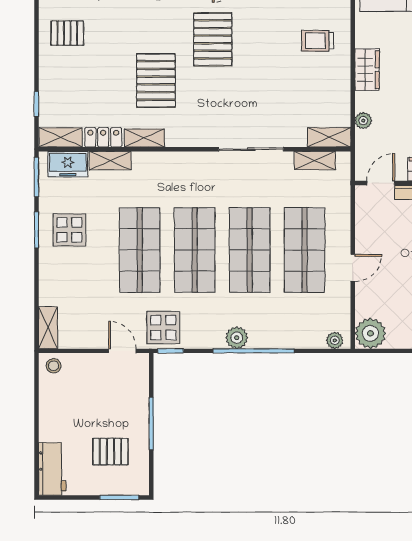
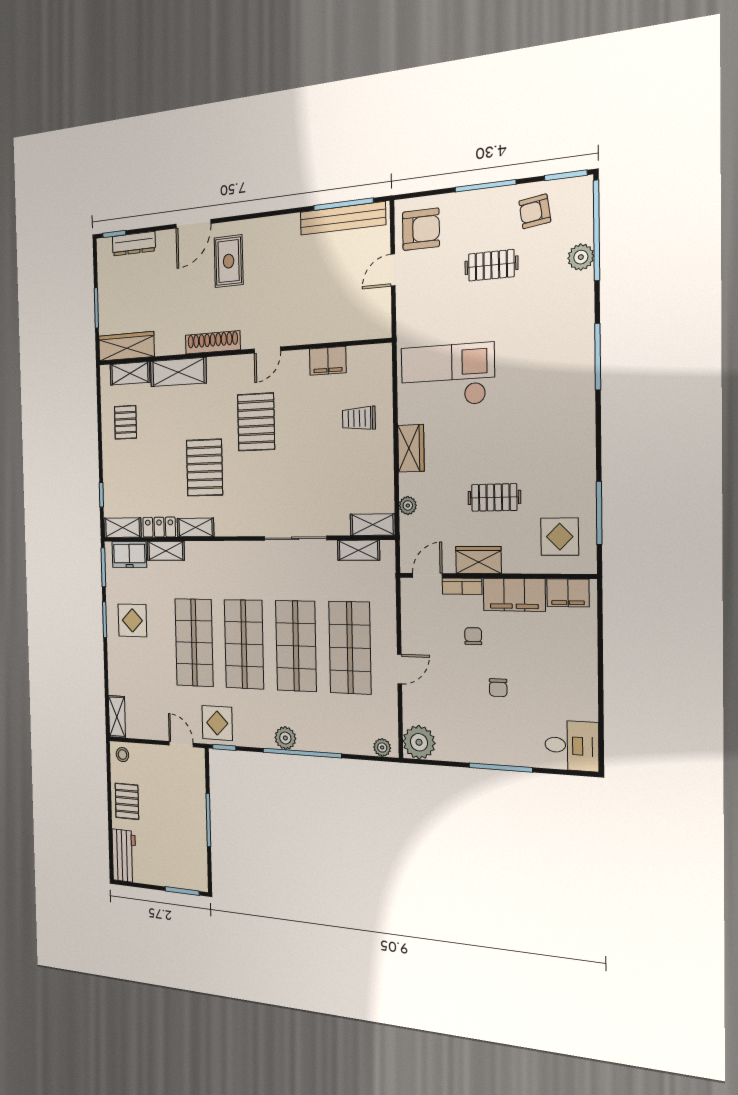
pallet: (67, 33) -> (125, 422), turned 90
pallet: (110, 452) -> (127, 801), moved, turned 90

